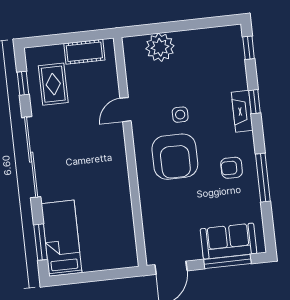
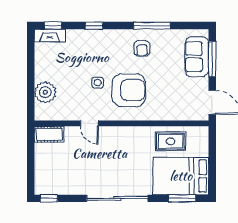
cot: (84, 52) -> (49, 134), moved, turned 90
window: (23, 83) -> (49, 198), moved
rug: (53, 84) -> (170, 141), moved
fireplace: (242, 111) -> (50, 36), moved
bed: (61, 238) -> (181, 176), width x1.50

